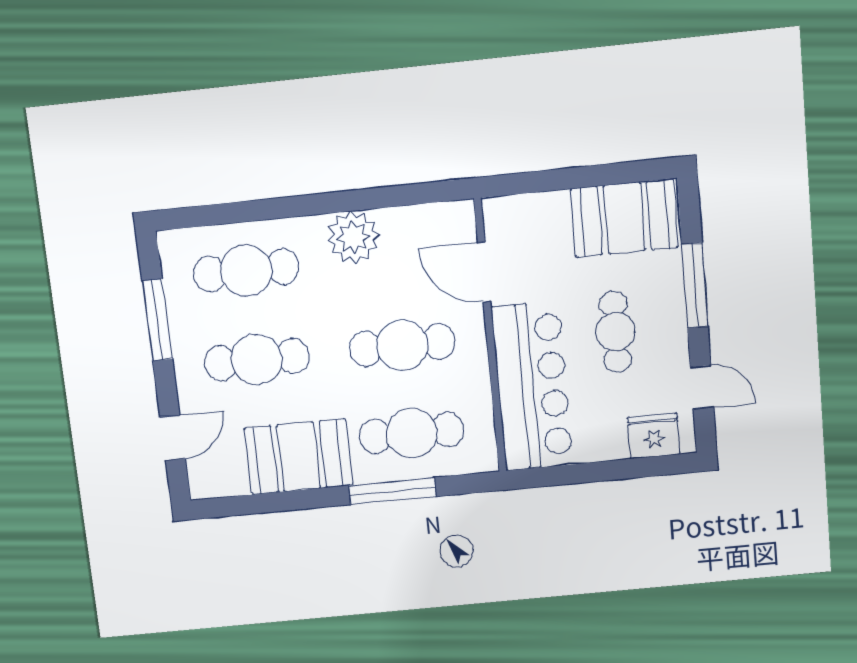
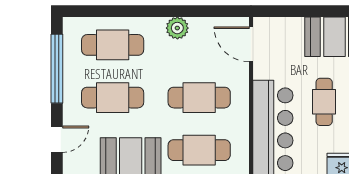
plant: (353, 237) -> (177, 28), width x0.73, depth x0.73
door: (484, 272) -> (251, 44), moved
window: (157, 320) -> (57, 69), width x1.46

